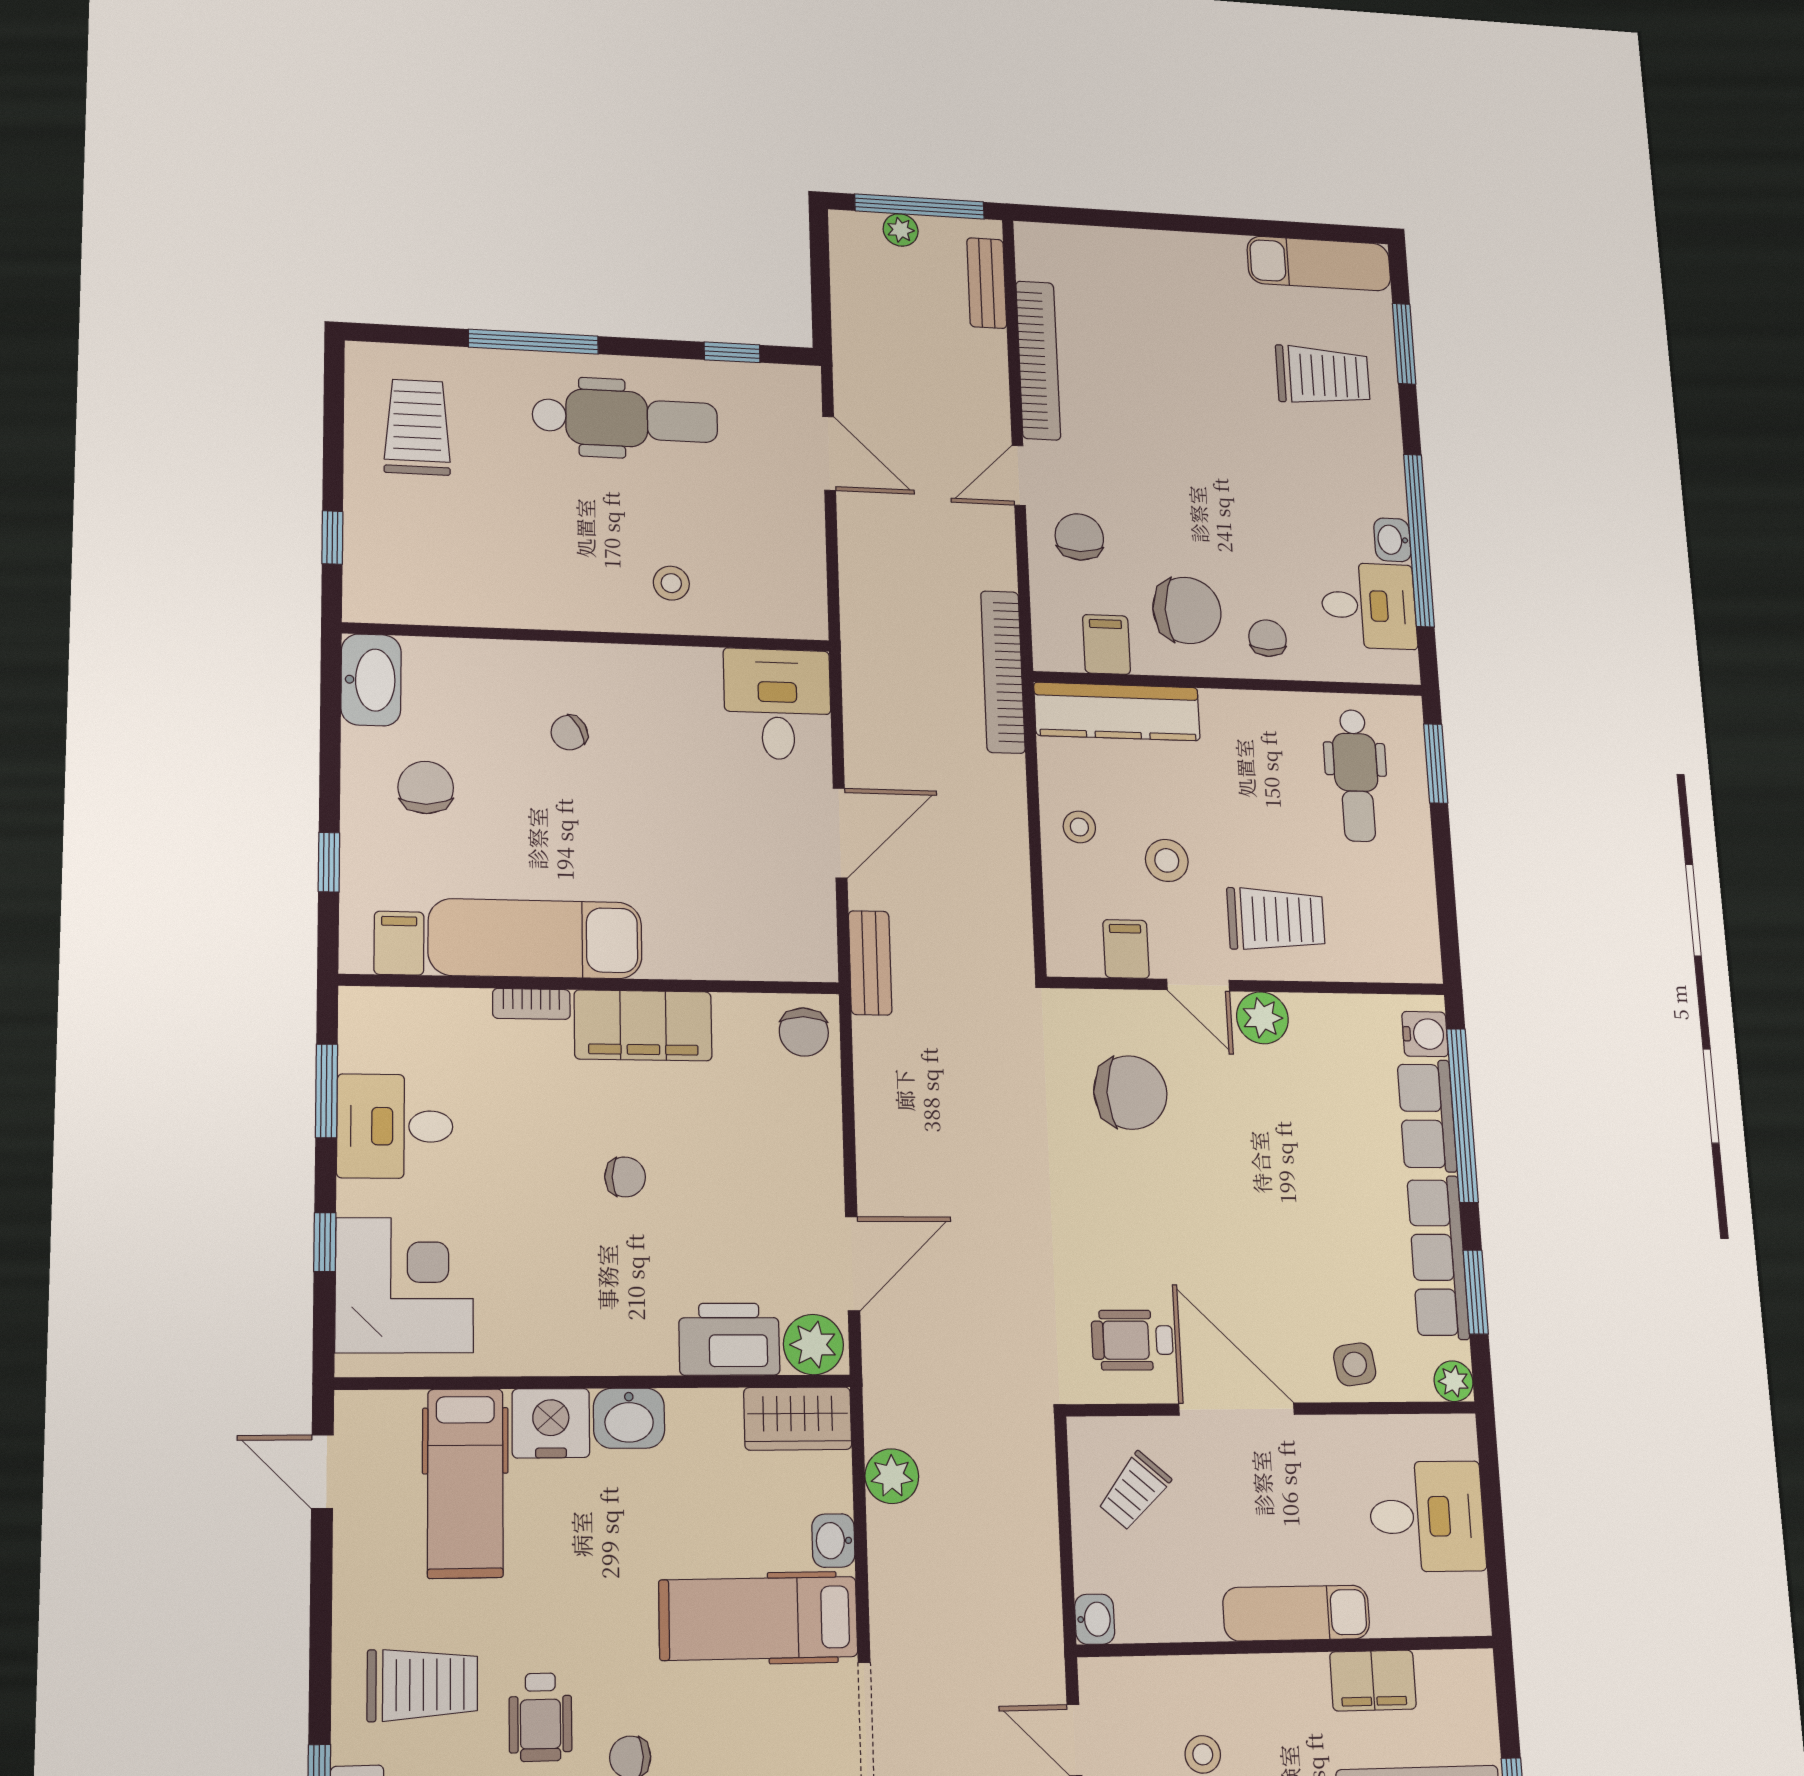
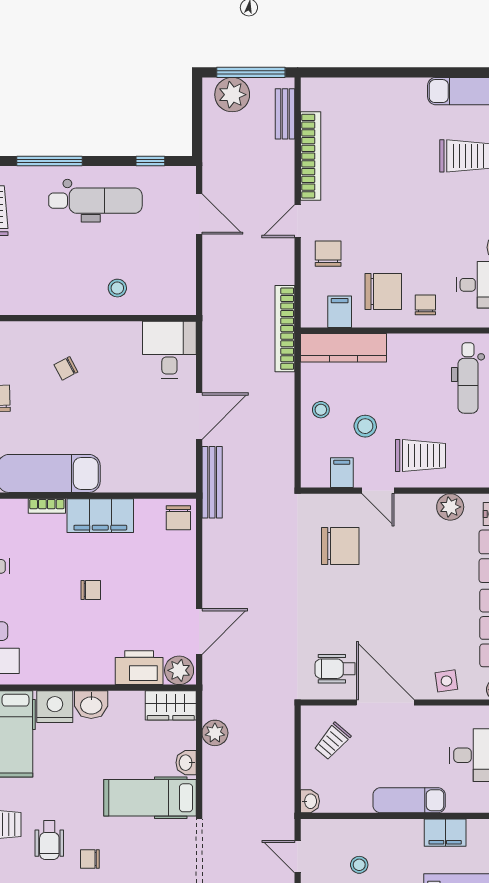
plant: (901, 230) -> (232, 95), width x1.88, depth x1.88
bench: (870, 963) -> (212, 482), width x1.36
plant: (1262, 1018) -> (450, 507), moved

